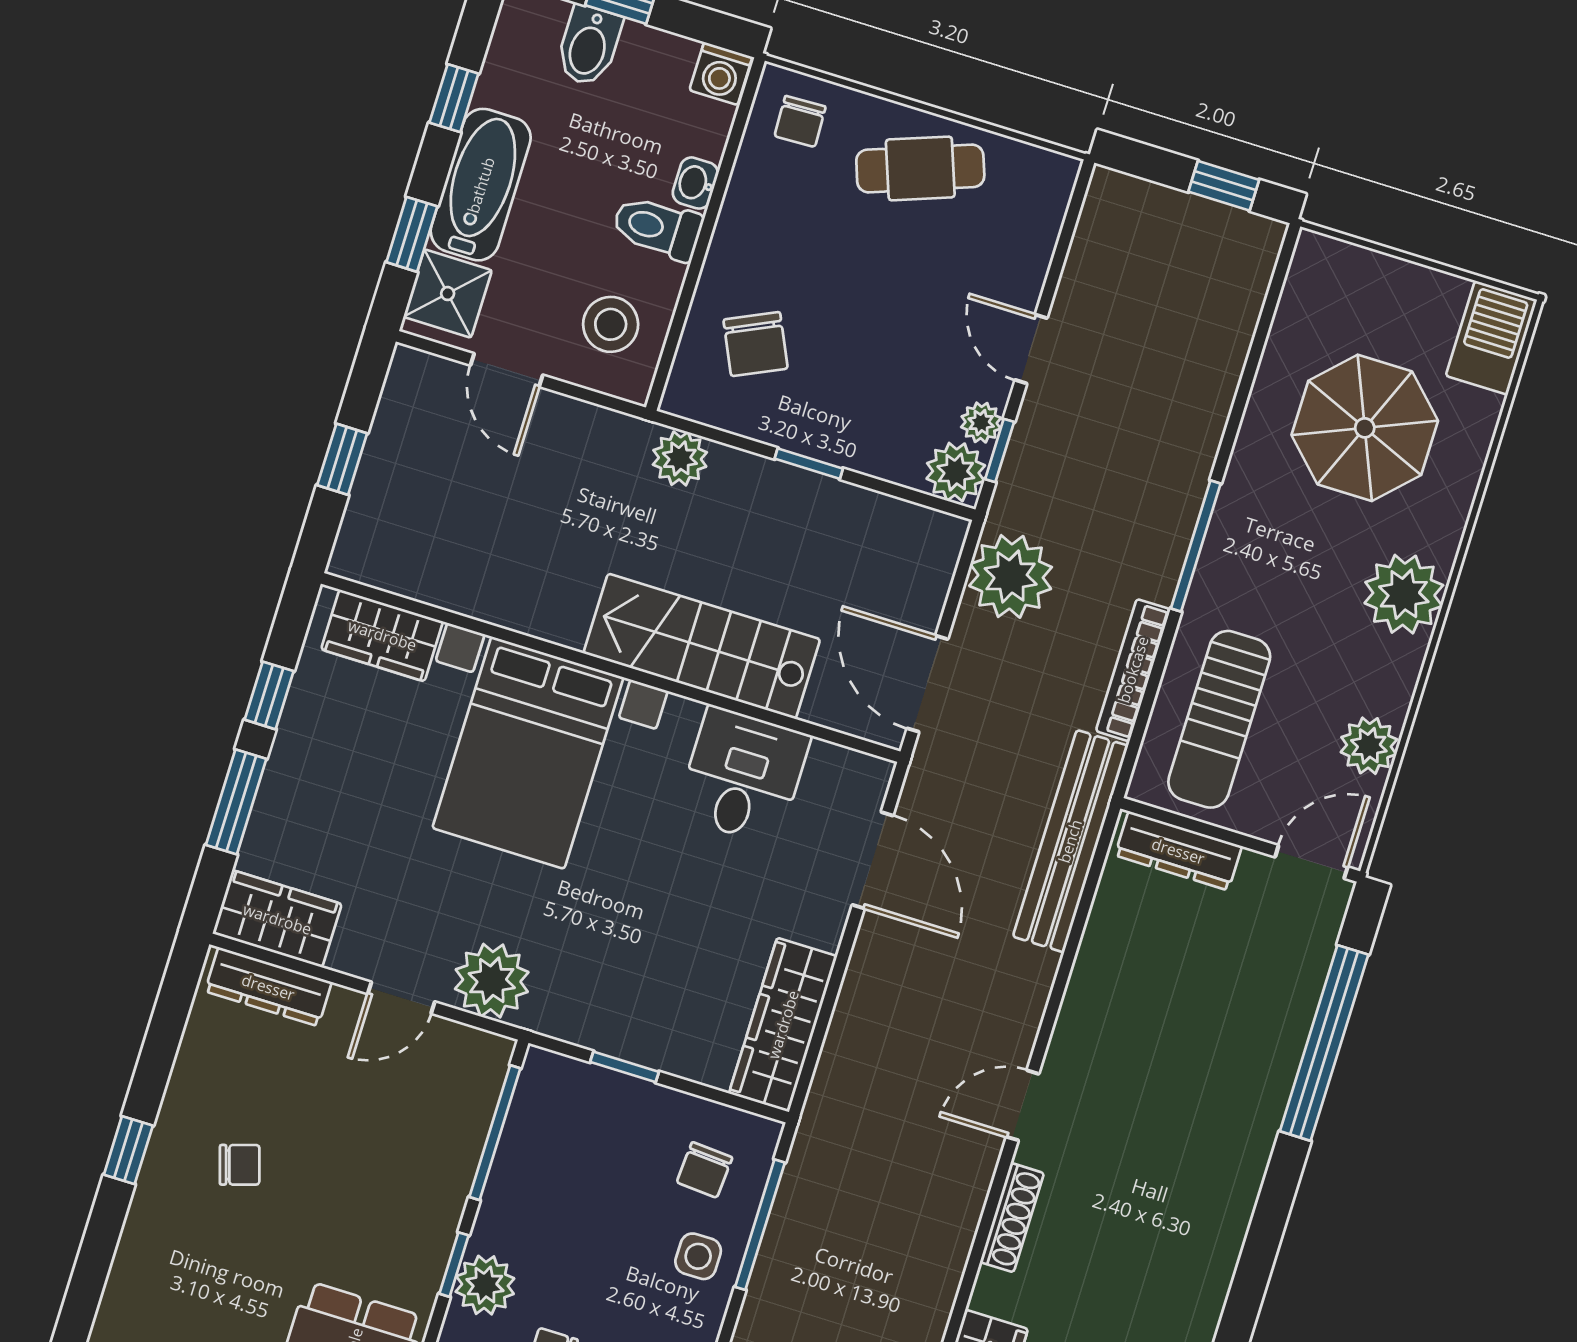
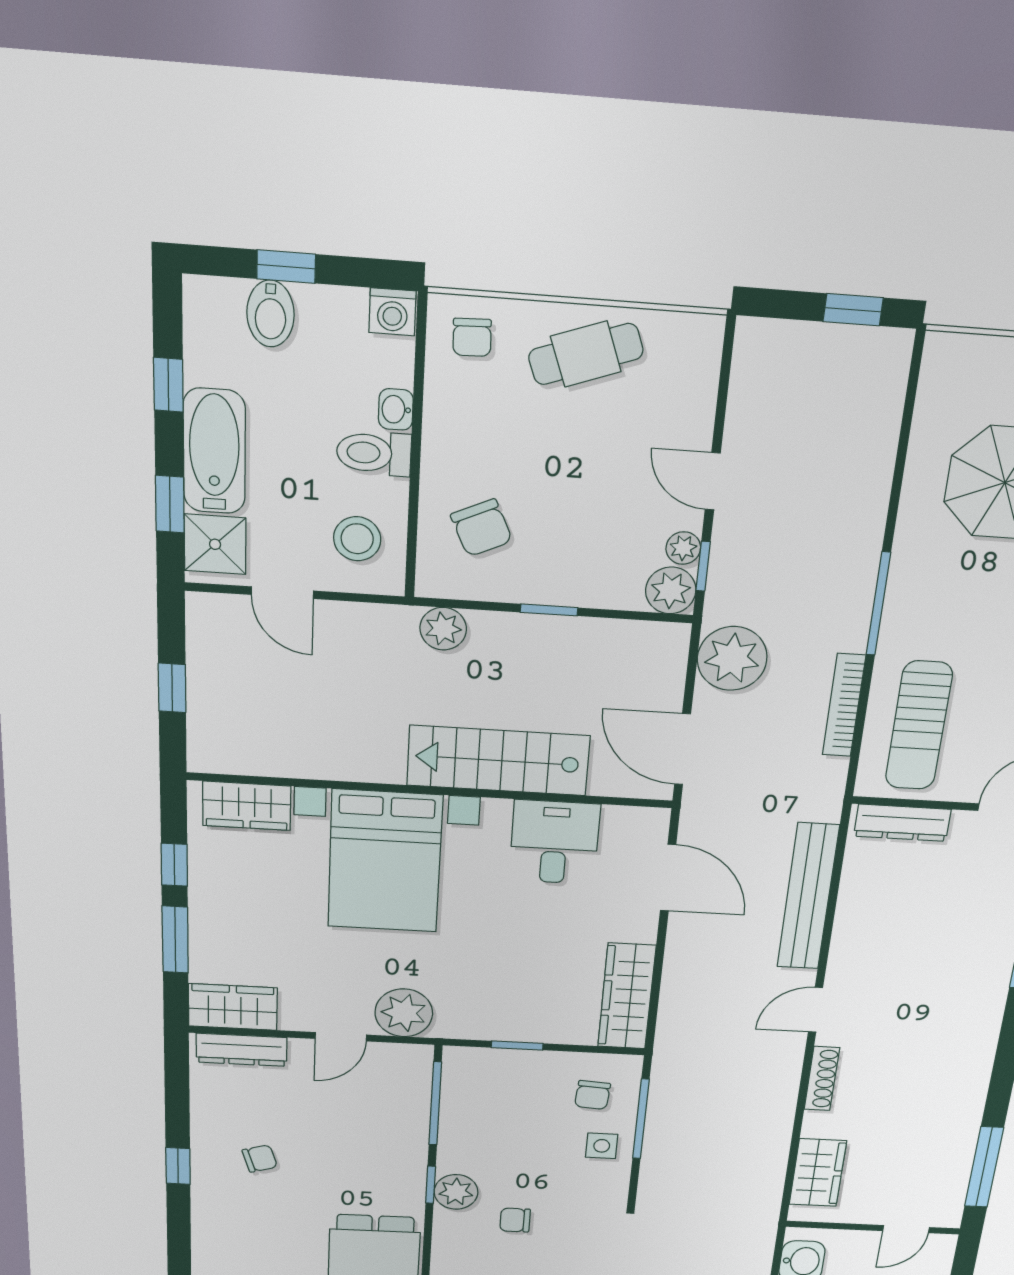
bench: (1070, 841) -> (808, 897), moved

